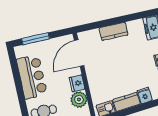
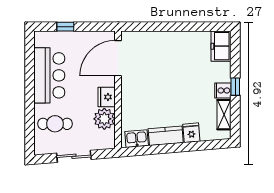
kitchen counter: (113, 31) -> (169, 40), removed
window: (36, 39) -> (65, 27), width x0.46

